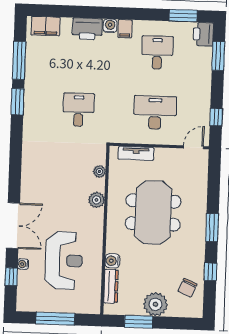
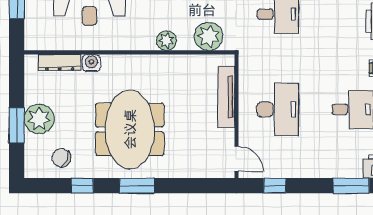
tv unit: (136, 153) -> (226, 97), width x1.41
plant: (99, 172) -> (209, 36), width x1.88, depth x1.88
meeting table: (153, 212) -> (130, 129), moved, turned 90
window: (139, 322) -> (17, 125), moved

